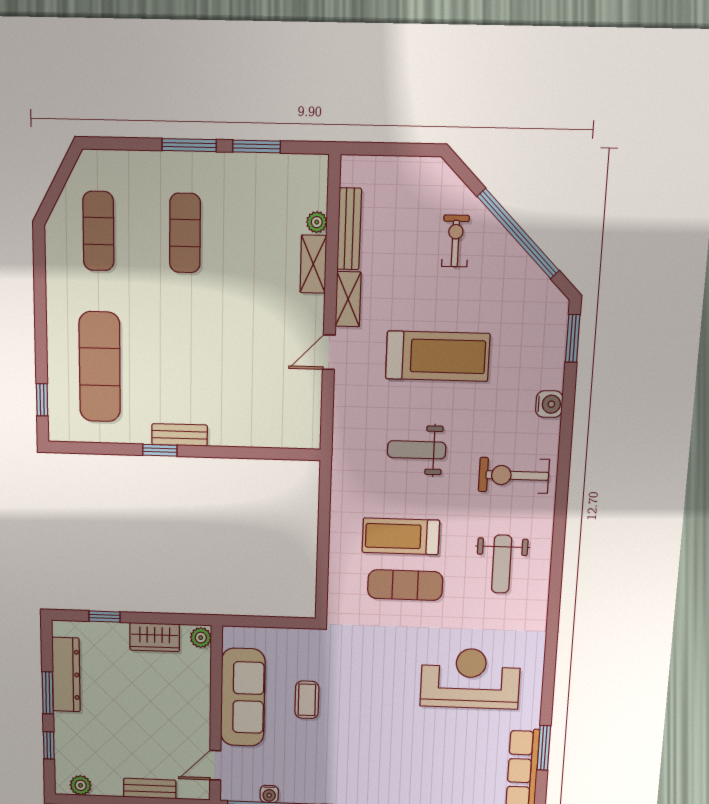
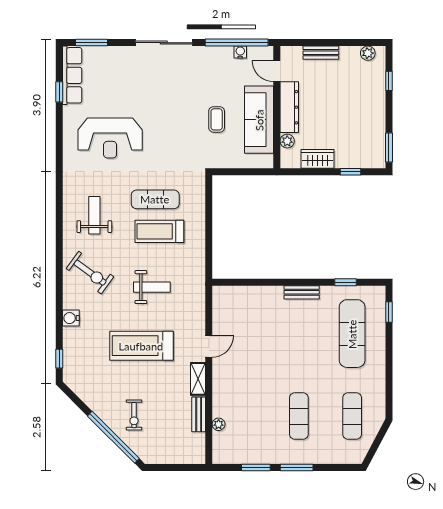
bench: (349, 229) -> (199, 414), width x0.73
window: (518, 234) -> (113, 437), moved
shelving: (313, 264) -> (220, 399), removed
window: (573, 338) -> (59, 359), width x0.67
window: (160, 450) -> (345, 282), moved
exercise bike: (514, 475) -> (90, 273), turned 36
treadmill: (401, 536) -> (159, 231), turned 180
plant: (201, 638) -> (287, 141), moved
dresser: (66, 675) -> (289, 107), moved, turned 180
window: (48, 693) -> (389, 148), moved
window: (544, 748) -> (59, 92), width x0.67
door: (215, 765) -> (277, 71), swing flipped

